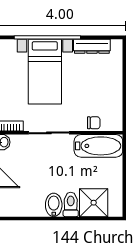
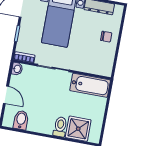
chair: (94, 123) -> (106, 37), moved
bidet: (54, 205) -> (21, 120), moved

